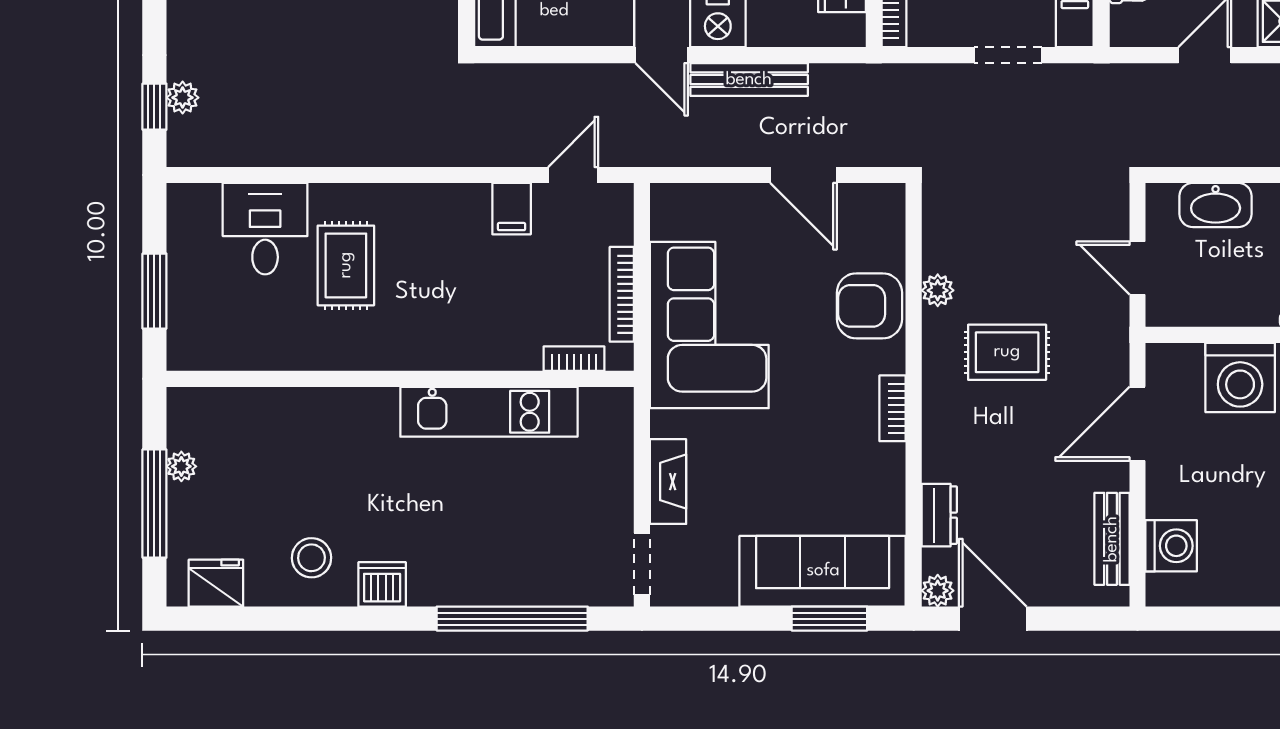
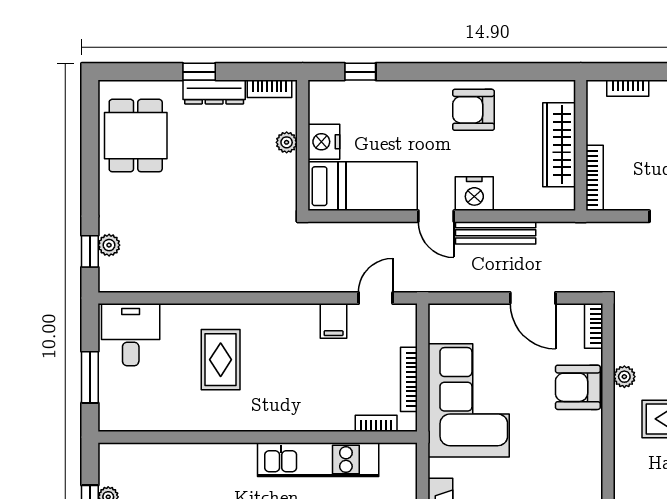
desk: (265, 229) -> (131, 335), moved
bookcase: (893, 408) -> (594, 326), moved

